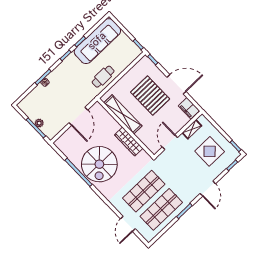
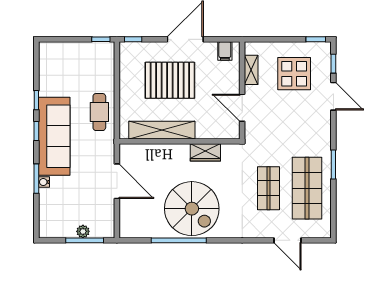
sofa: (97, 41) -> (54, 136), moved
filing cabinet: (189, 108) -> (225, 51), width x0.50
wardrobe: (129, 142) -> (205, 152), width x0.67
door: (208, 189) -> (333, 96), moved
shop shelf: (144, 191) -> (268, 188), width x0.70, depth x0.74

